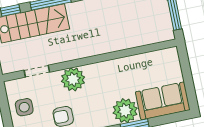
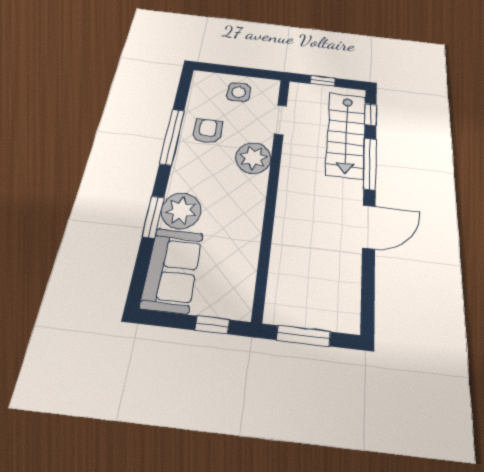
window: (185, 66) -> (212, 325), added

